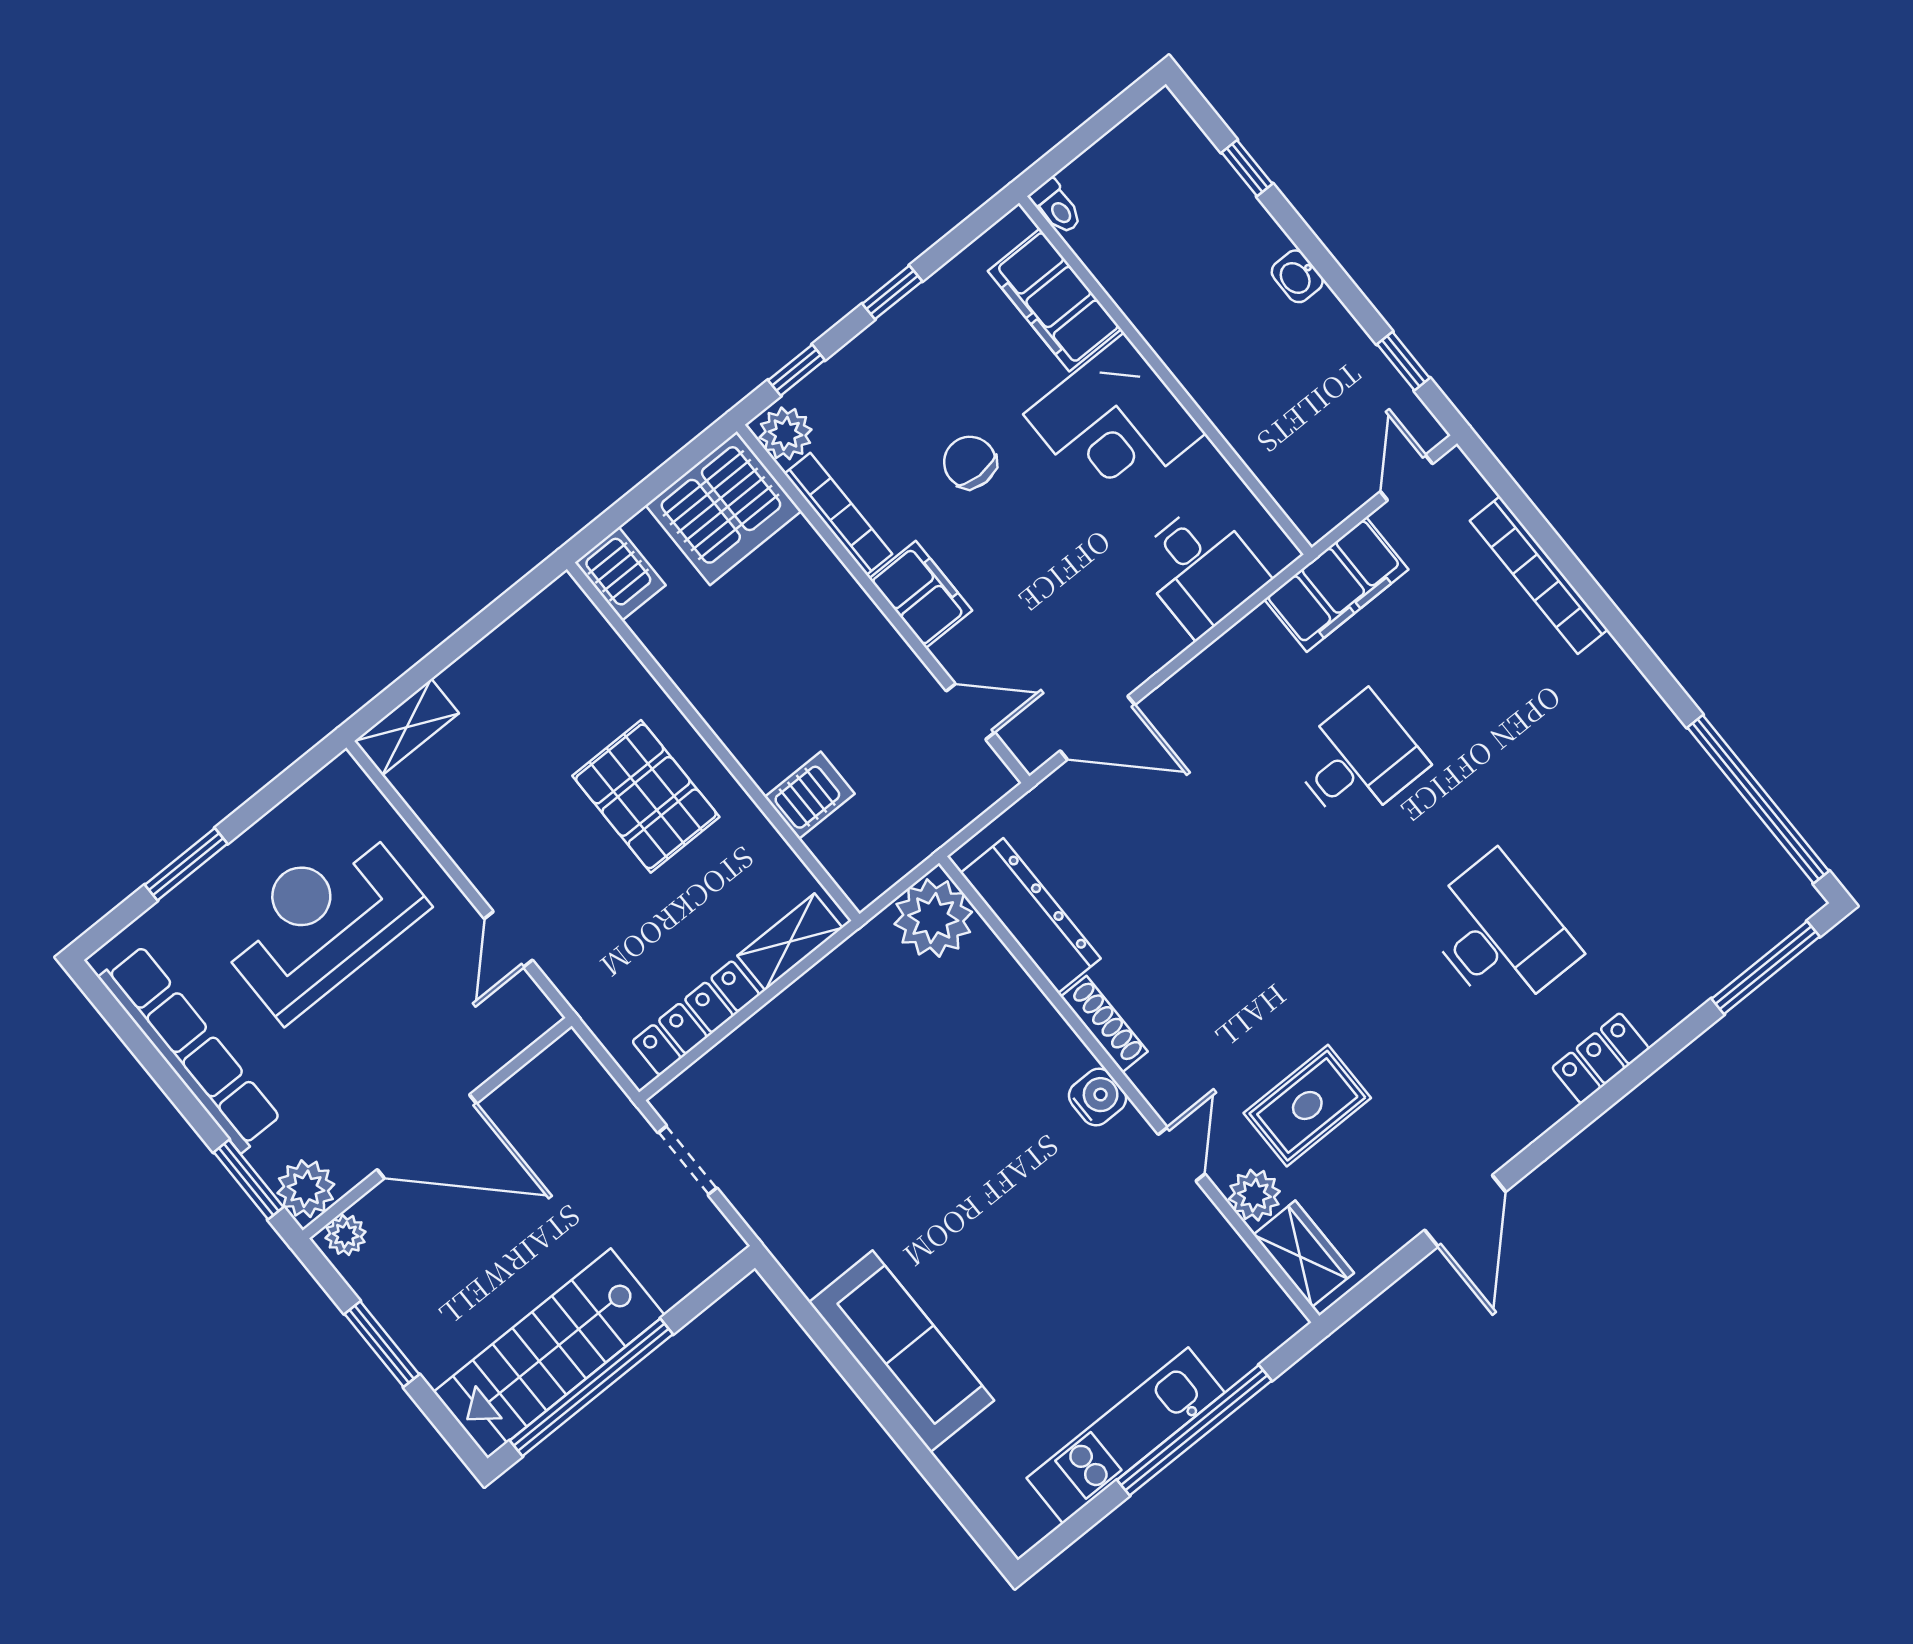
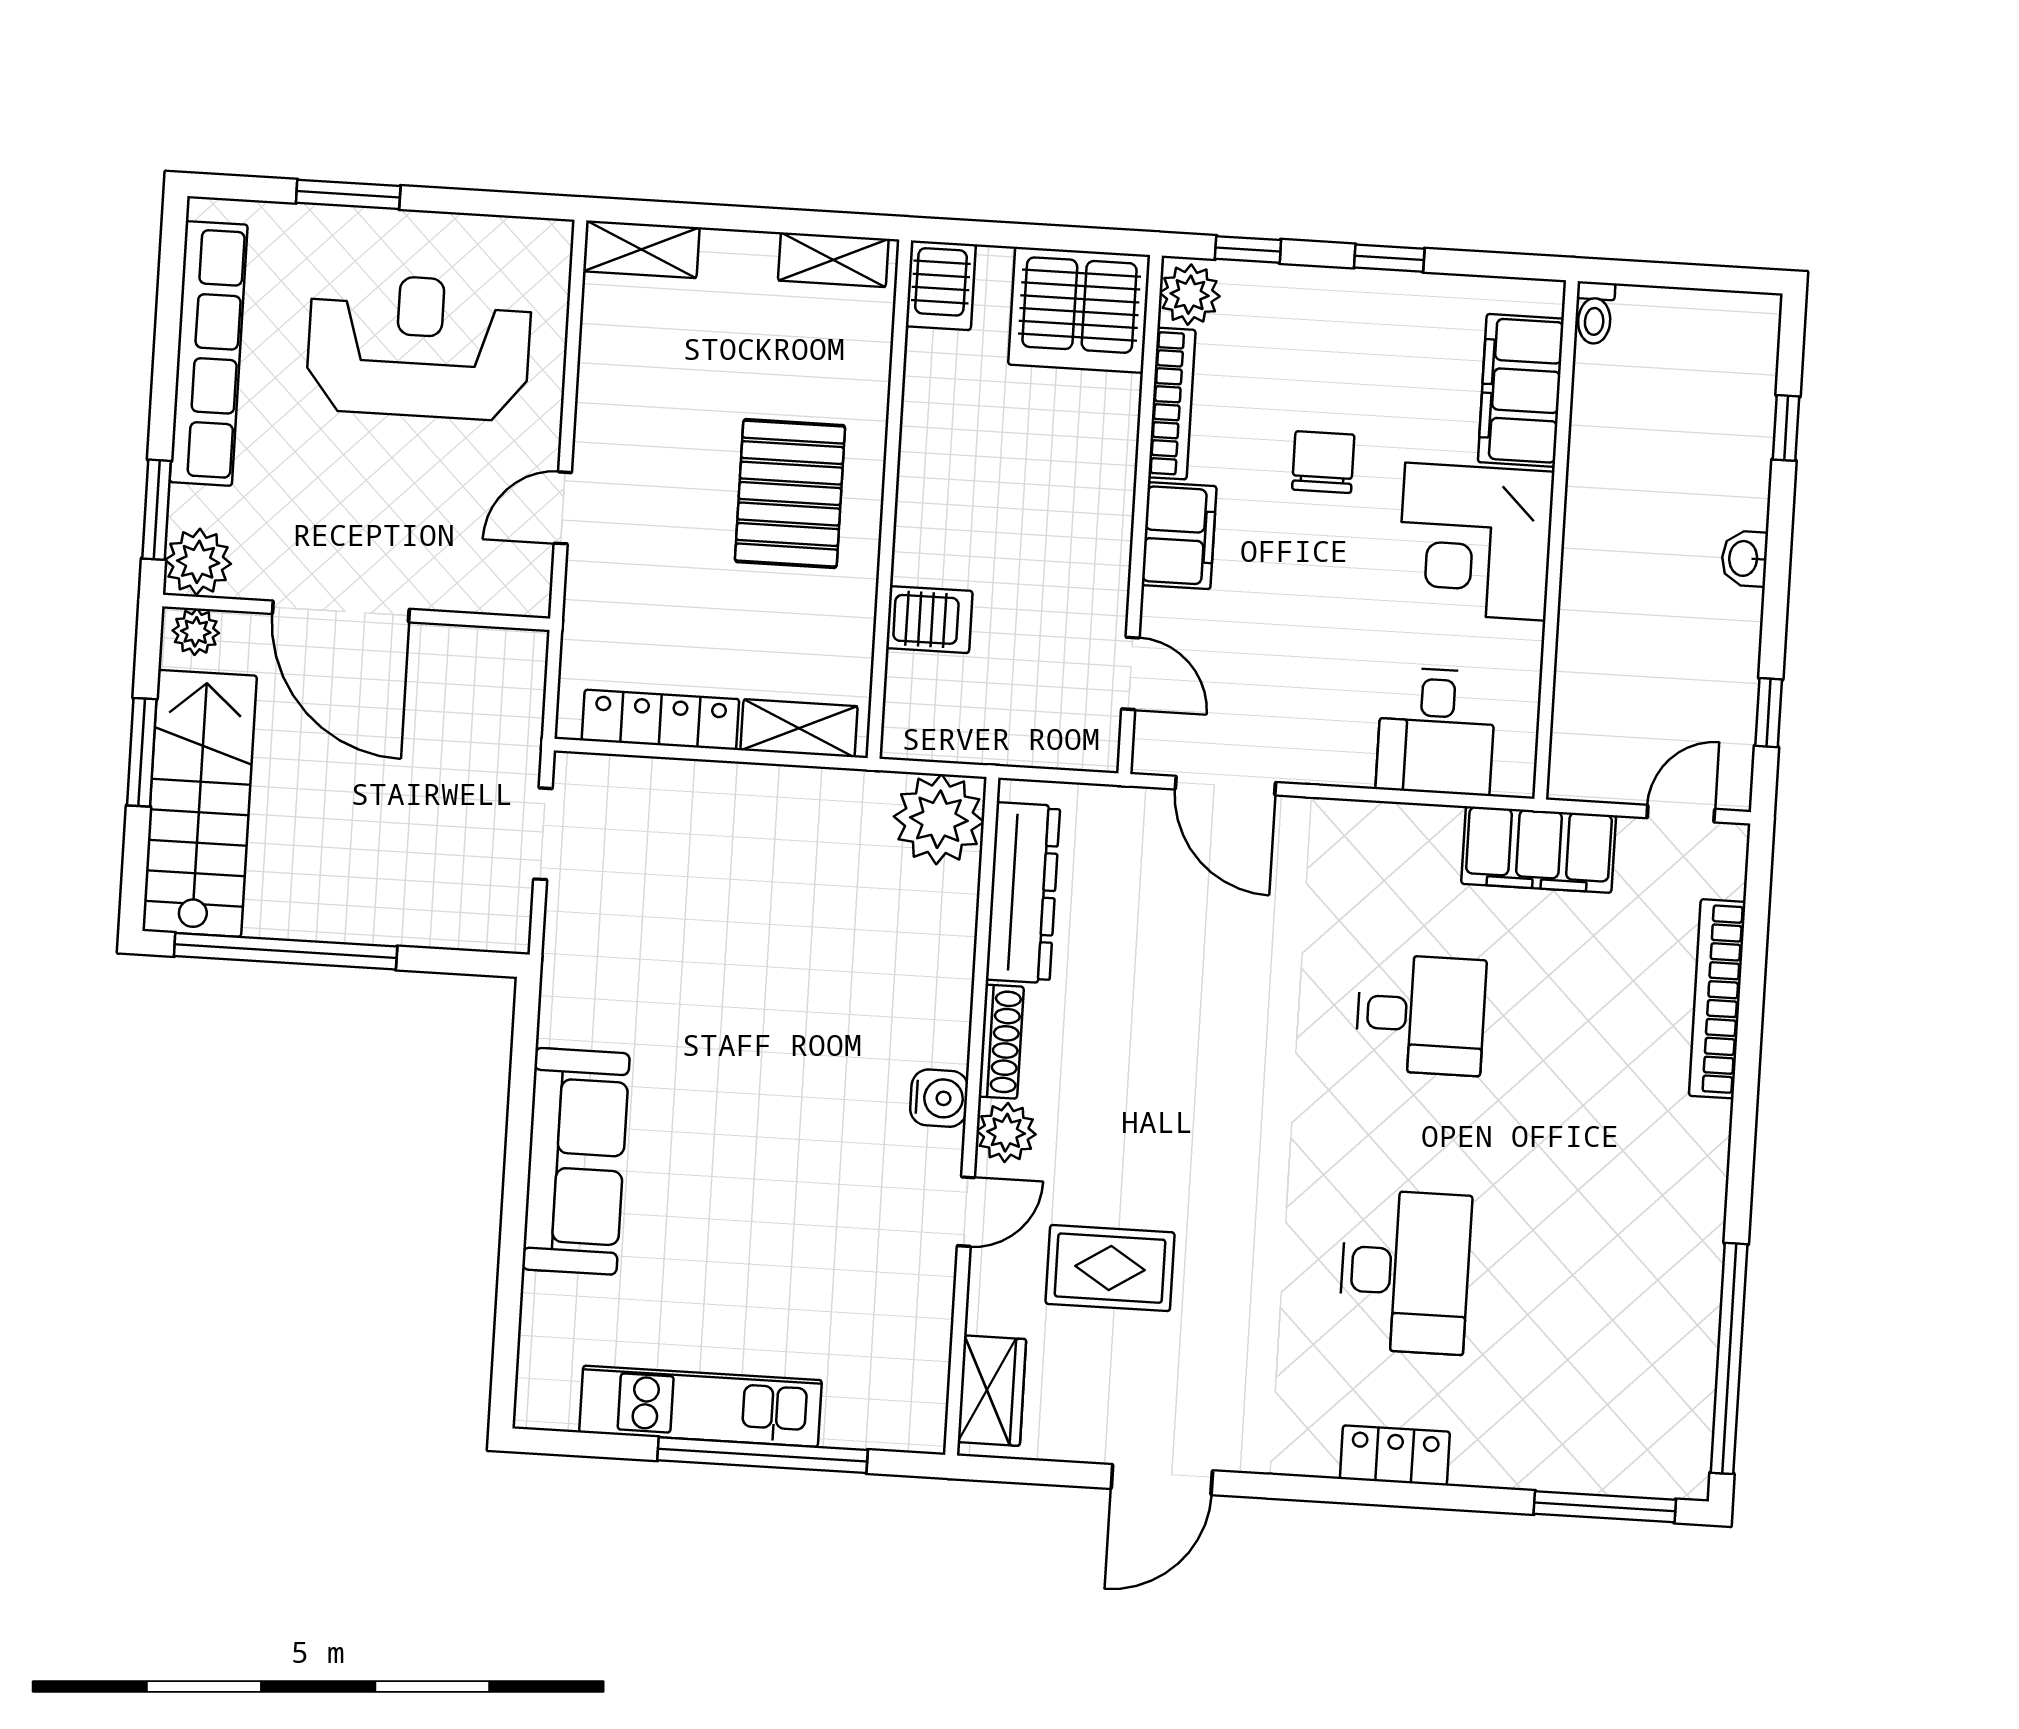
shelving: (536, 621) -> (833, 260), added
plant: (1254, 1195) -> (1006, 1133), moved
stairs: (549, 1353) -> (200, 803), moved, turned 90

